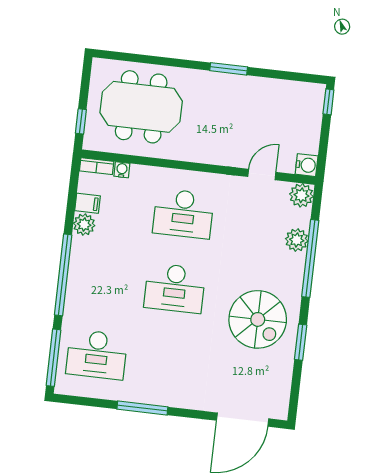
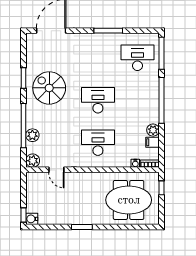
water cooler: (307, 165) -> (32, 219), moved
door: (262, 174) -> (56, 170), hinge flipped

